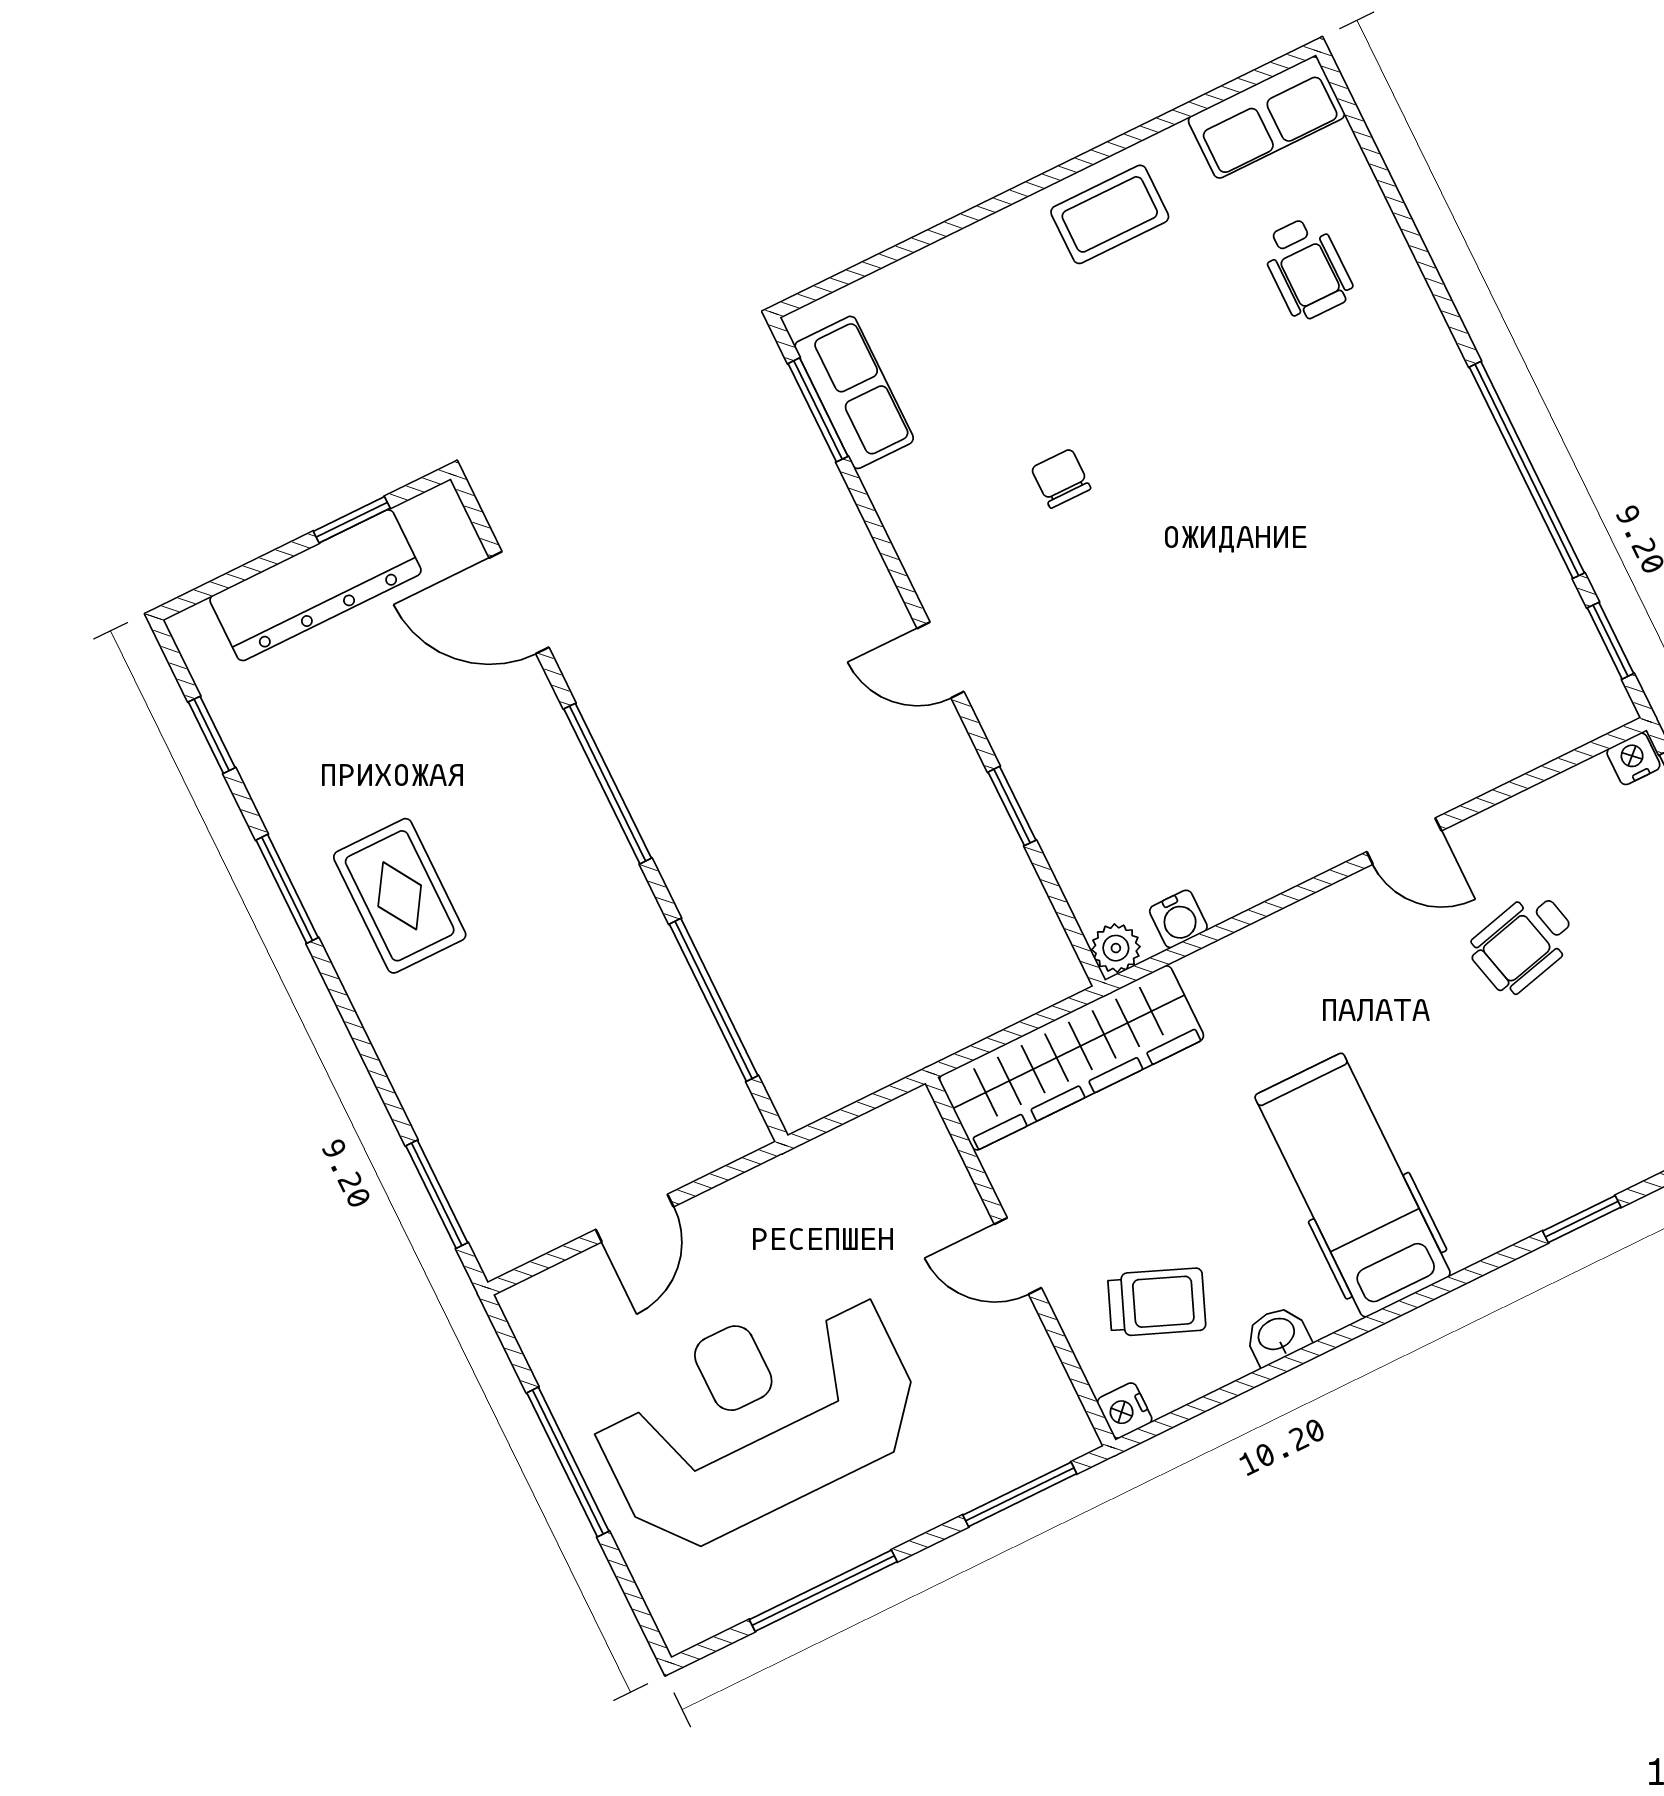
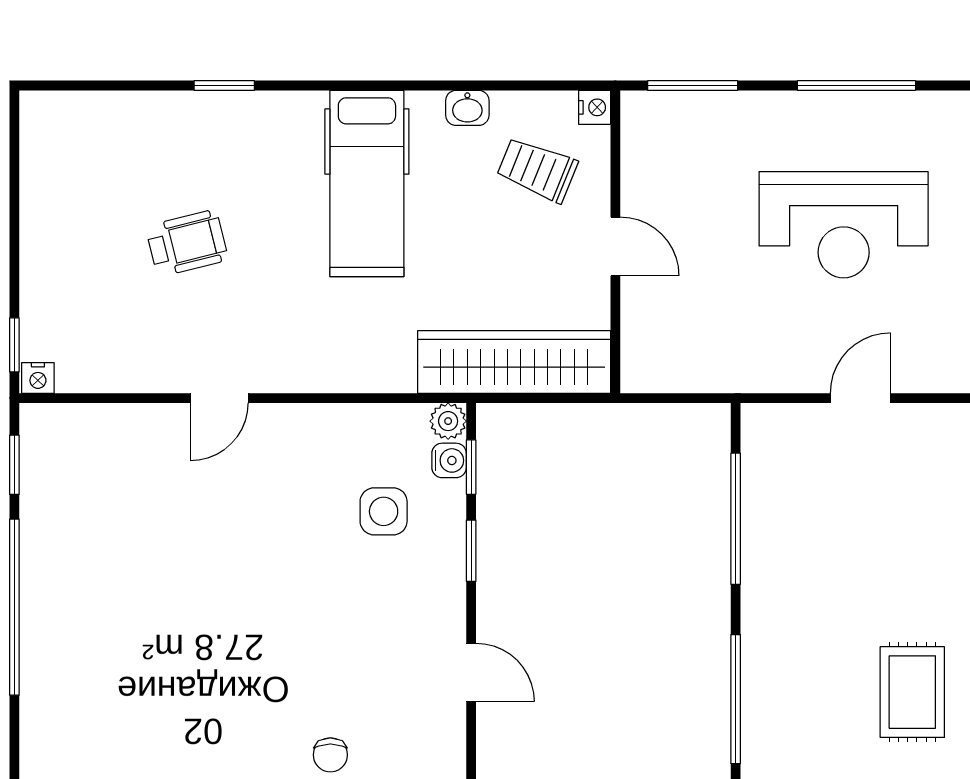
side table: (1140, 802) -> (384, 511), added
door: (1404, 841) -> (219, 398), swing flipped
window: (1061, 906) -> (471, 467), added
water cooler: (1178, 919) -> (449, 460), moved, turned 90
wheelchair: (1523, 943) -> (187, 243), moved
reception desk: (757, 1416) -> (844, 225), width x0.74, depth x0.77

